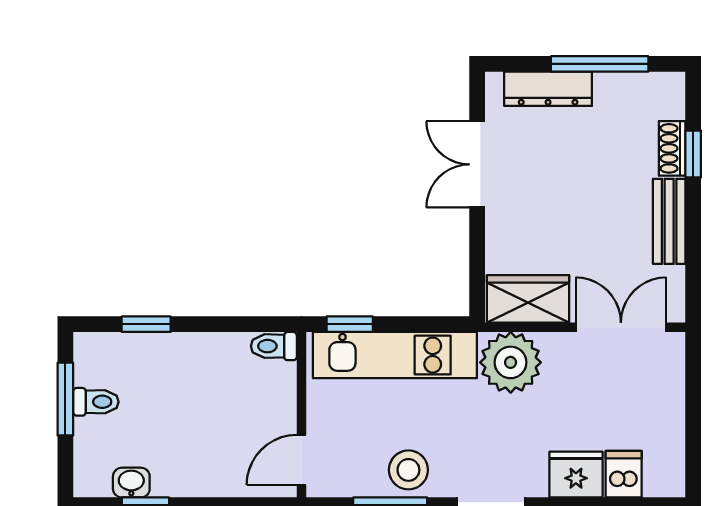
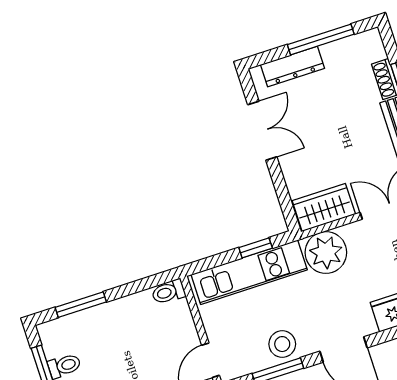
double door: (477, 164) -> (262, 131), swing flipped
window: (146, 324) -> (81, 305), width x1.50
window: (350, 324) -> (256, 248), moved

